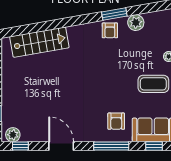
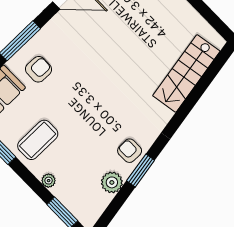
armchair: (116, 121) -> (38, 69), turned 91

